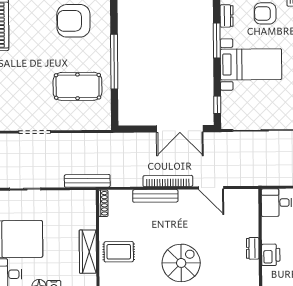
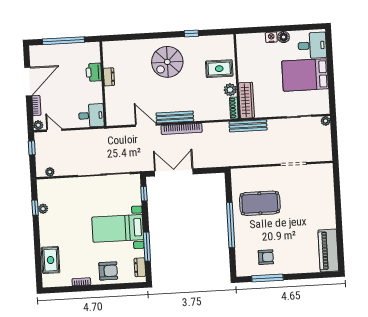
armchair: (73, 21) -> (266, 257), width x0.53, depth x0.53
bench: (155, 196) -> (175, 117), moved
plant: (107, 226) -> (230, 90), added
wardrobe: (88, 252) -> (246, 100), moved

